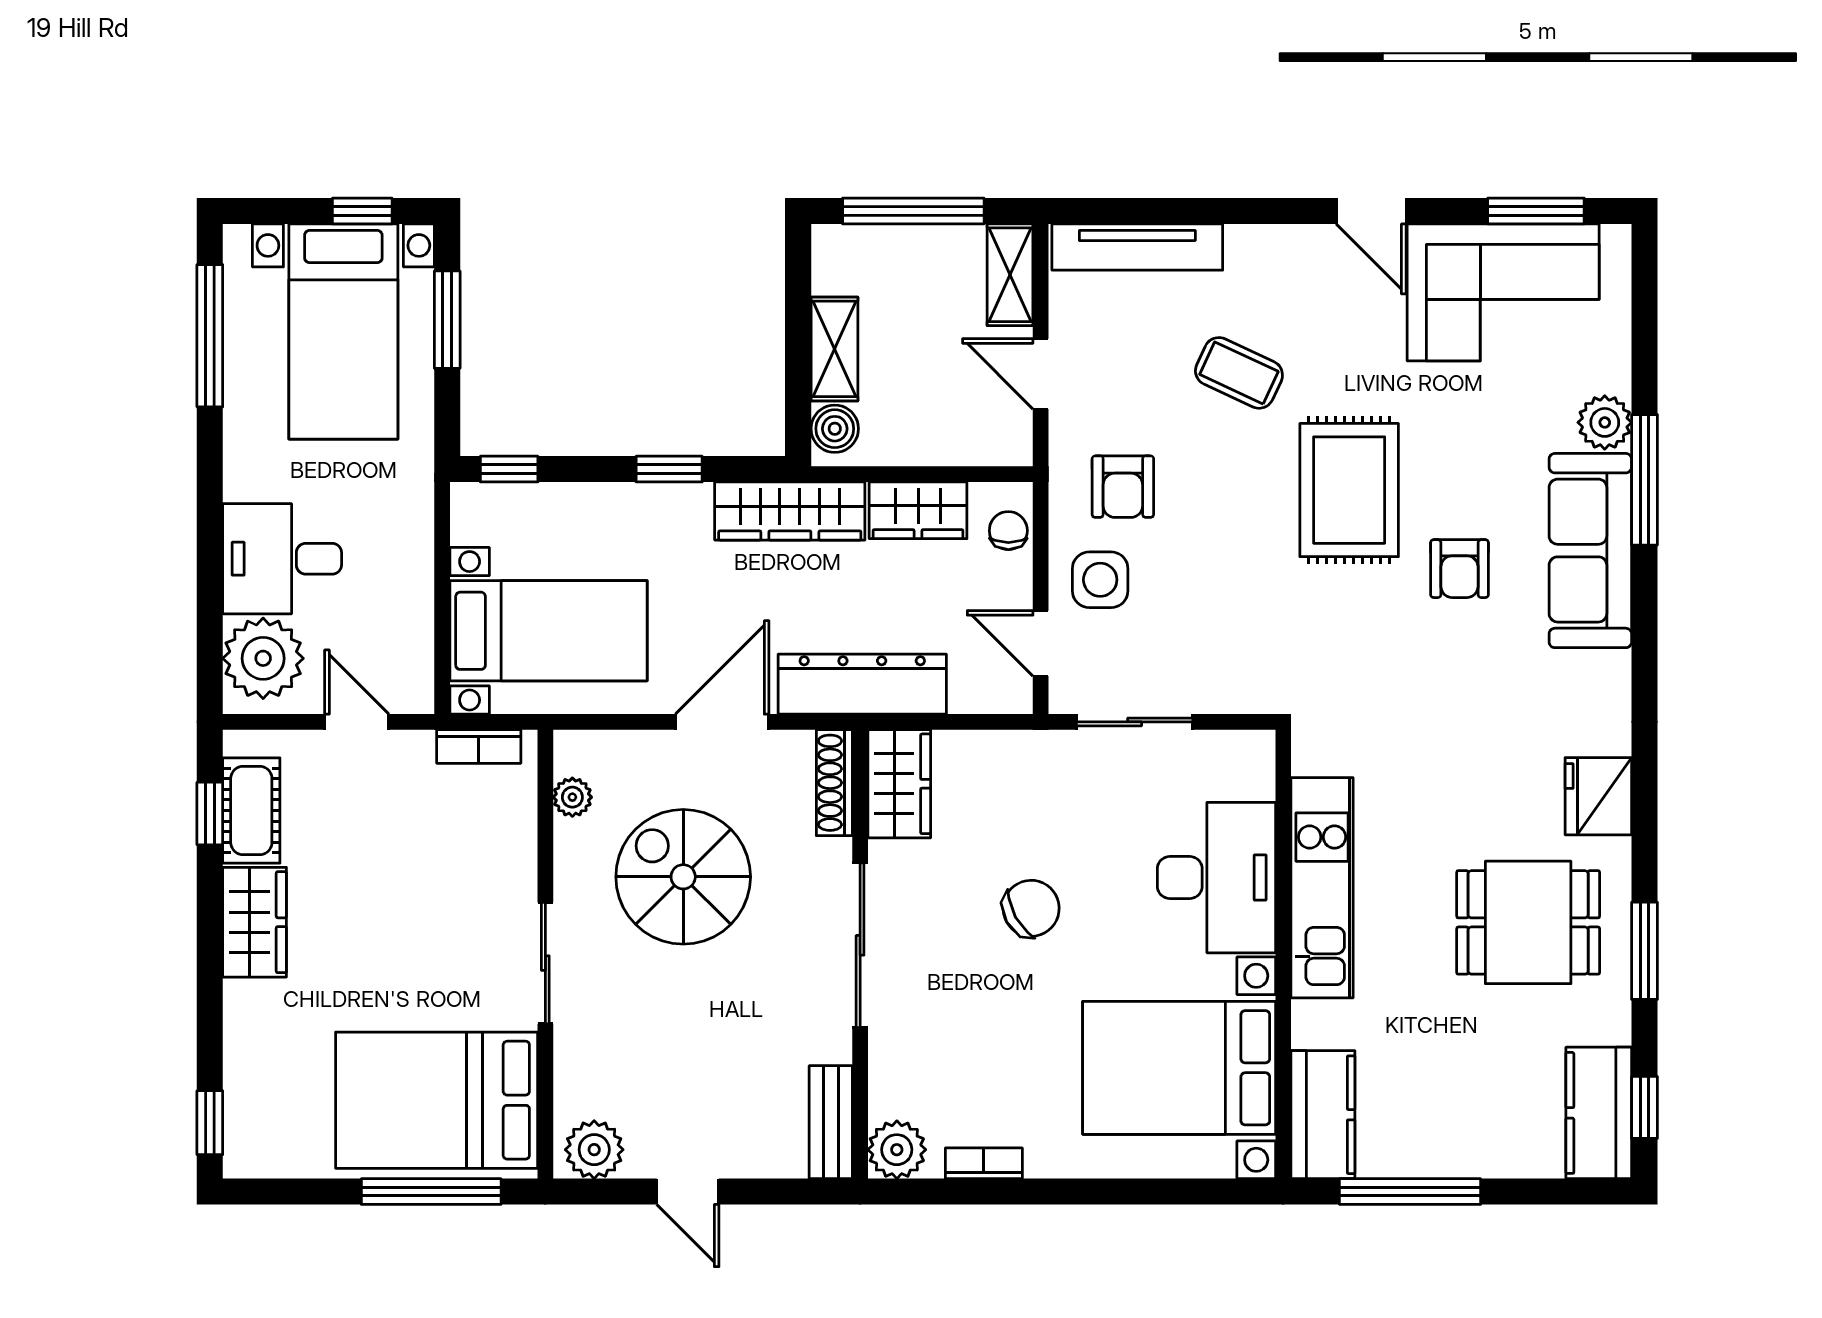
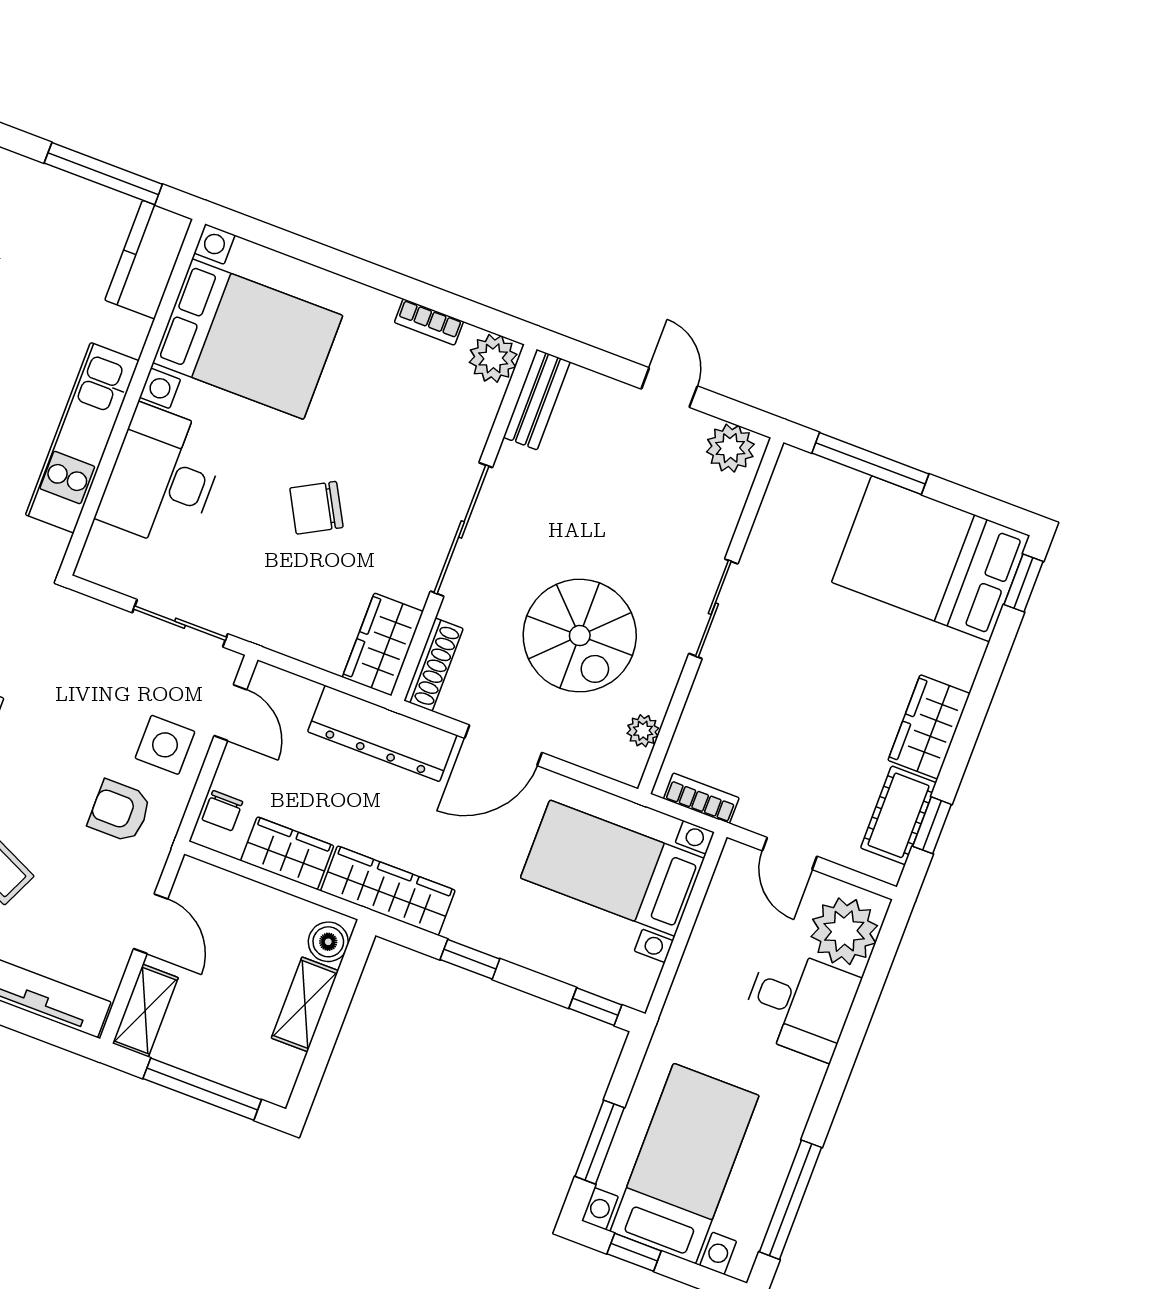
armchair: (1123, 487) -> (120, 811), turned -90
bed: (437, 1100) -> (931, 559), moved, turned 180

